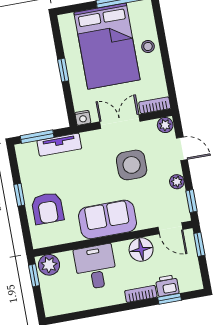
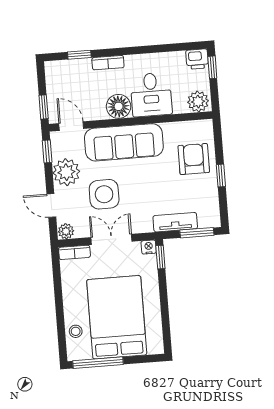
stool: (148, 46) -> (76, 331), moved
window: (63, 70) -> (160, 257), moved
double door: (120, 122) -> (111, 239), swing flipped
plant: (177, 182) -> (66, 172), width x1.88, depth x1.88
sofa: (107, 219) -> (124, 142), width x1.36
floor lamp: (141, 249) -> (119, 106), moved
window: (34, 275) -> (212, 67), moved
printer: (167, 286) -> (197, 59), moved

